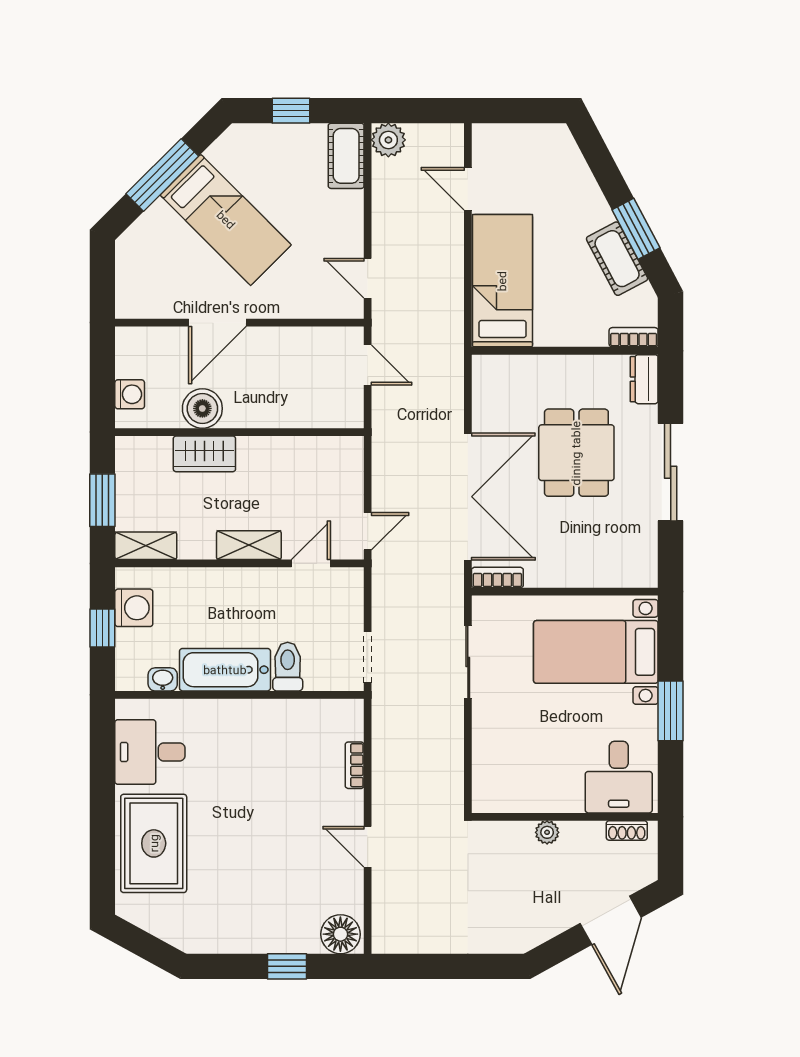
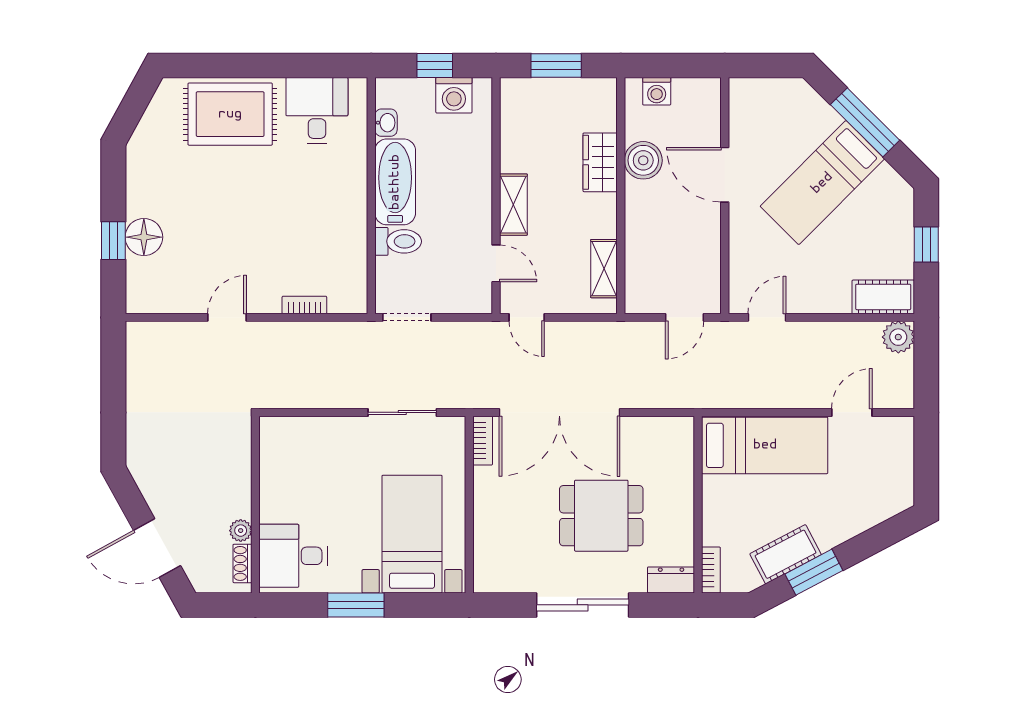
shelving: (146, 546) -> (604, 269), moved
plant: (547, 832) -> (241, 531), moved
floor lamp: (340, 934) -> (144, 237), moved

